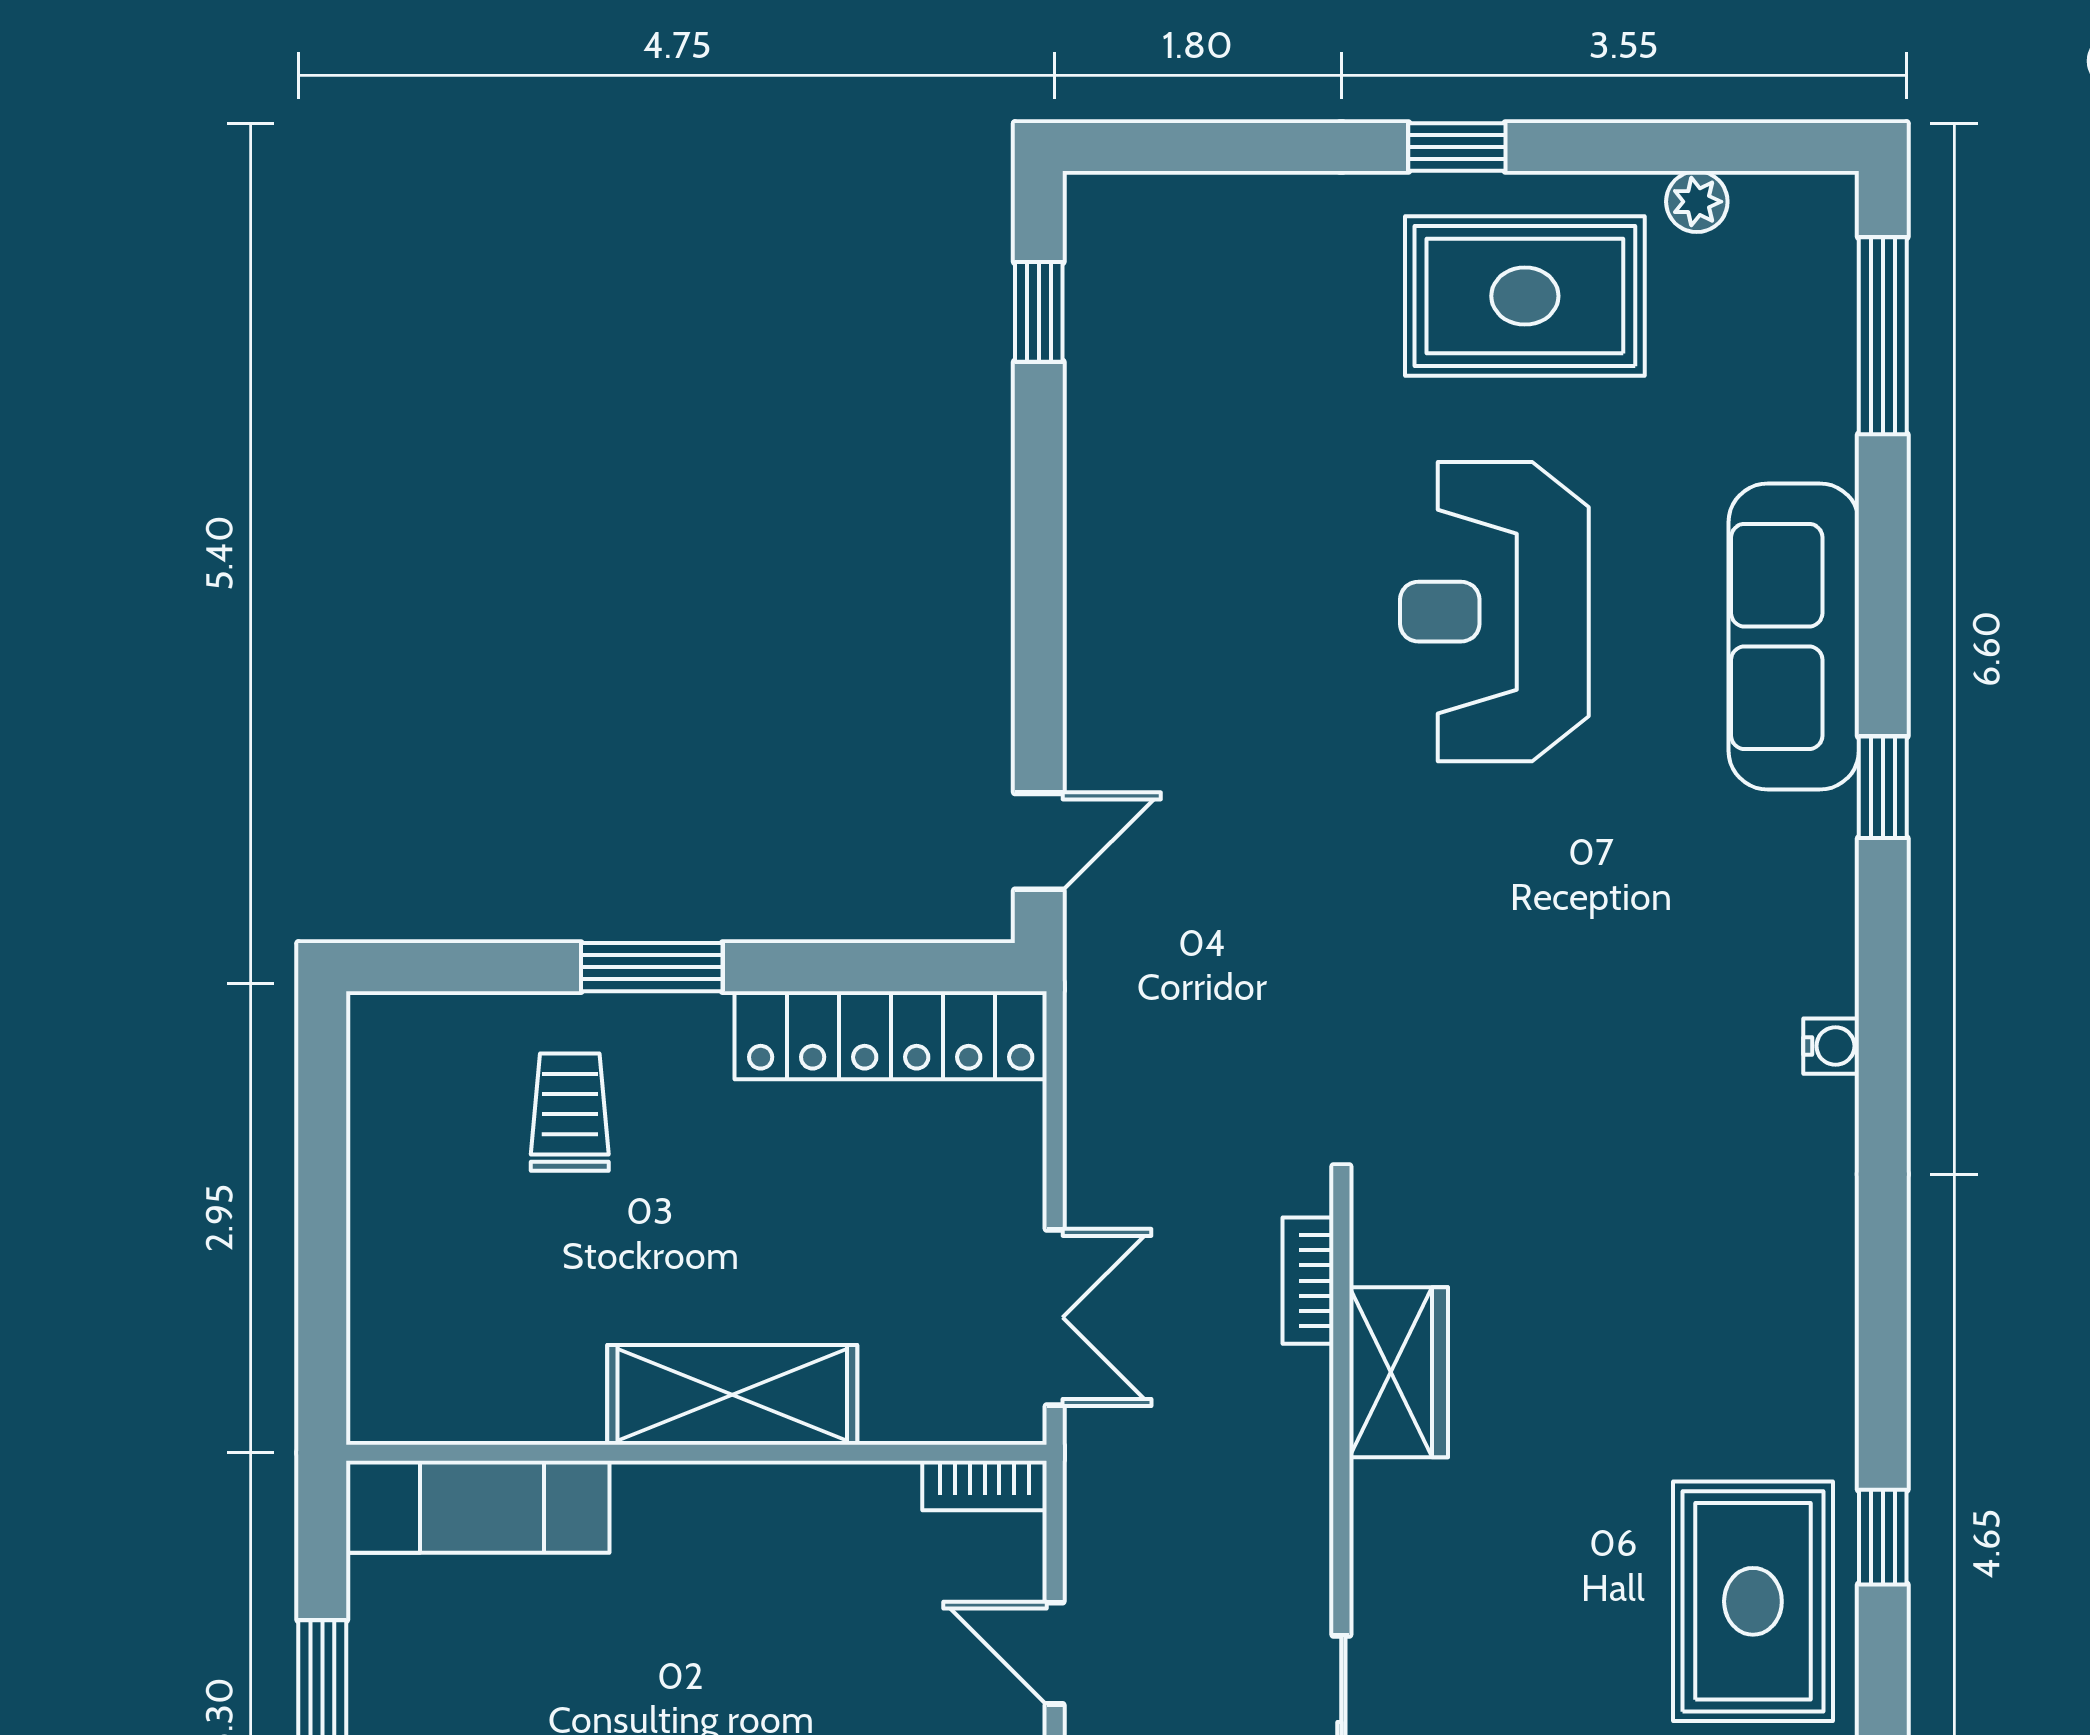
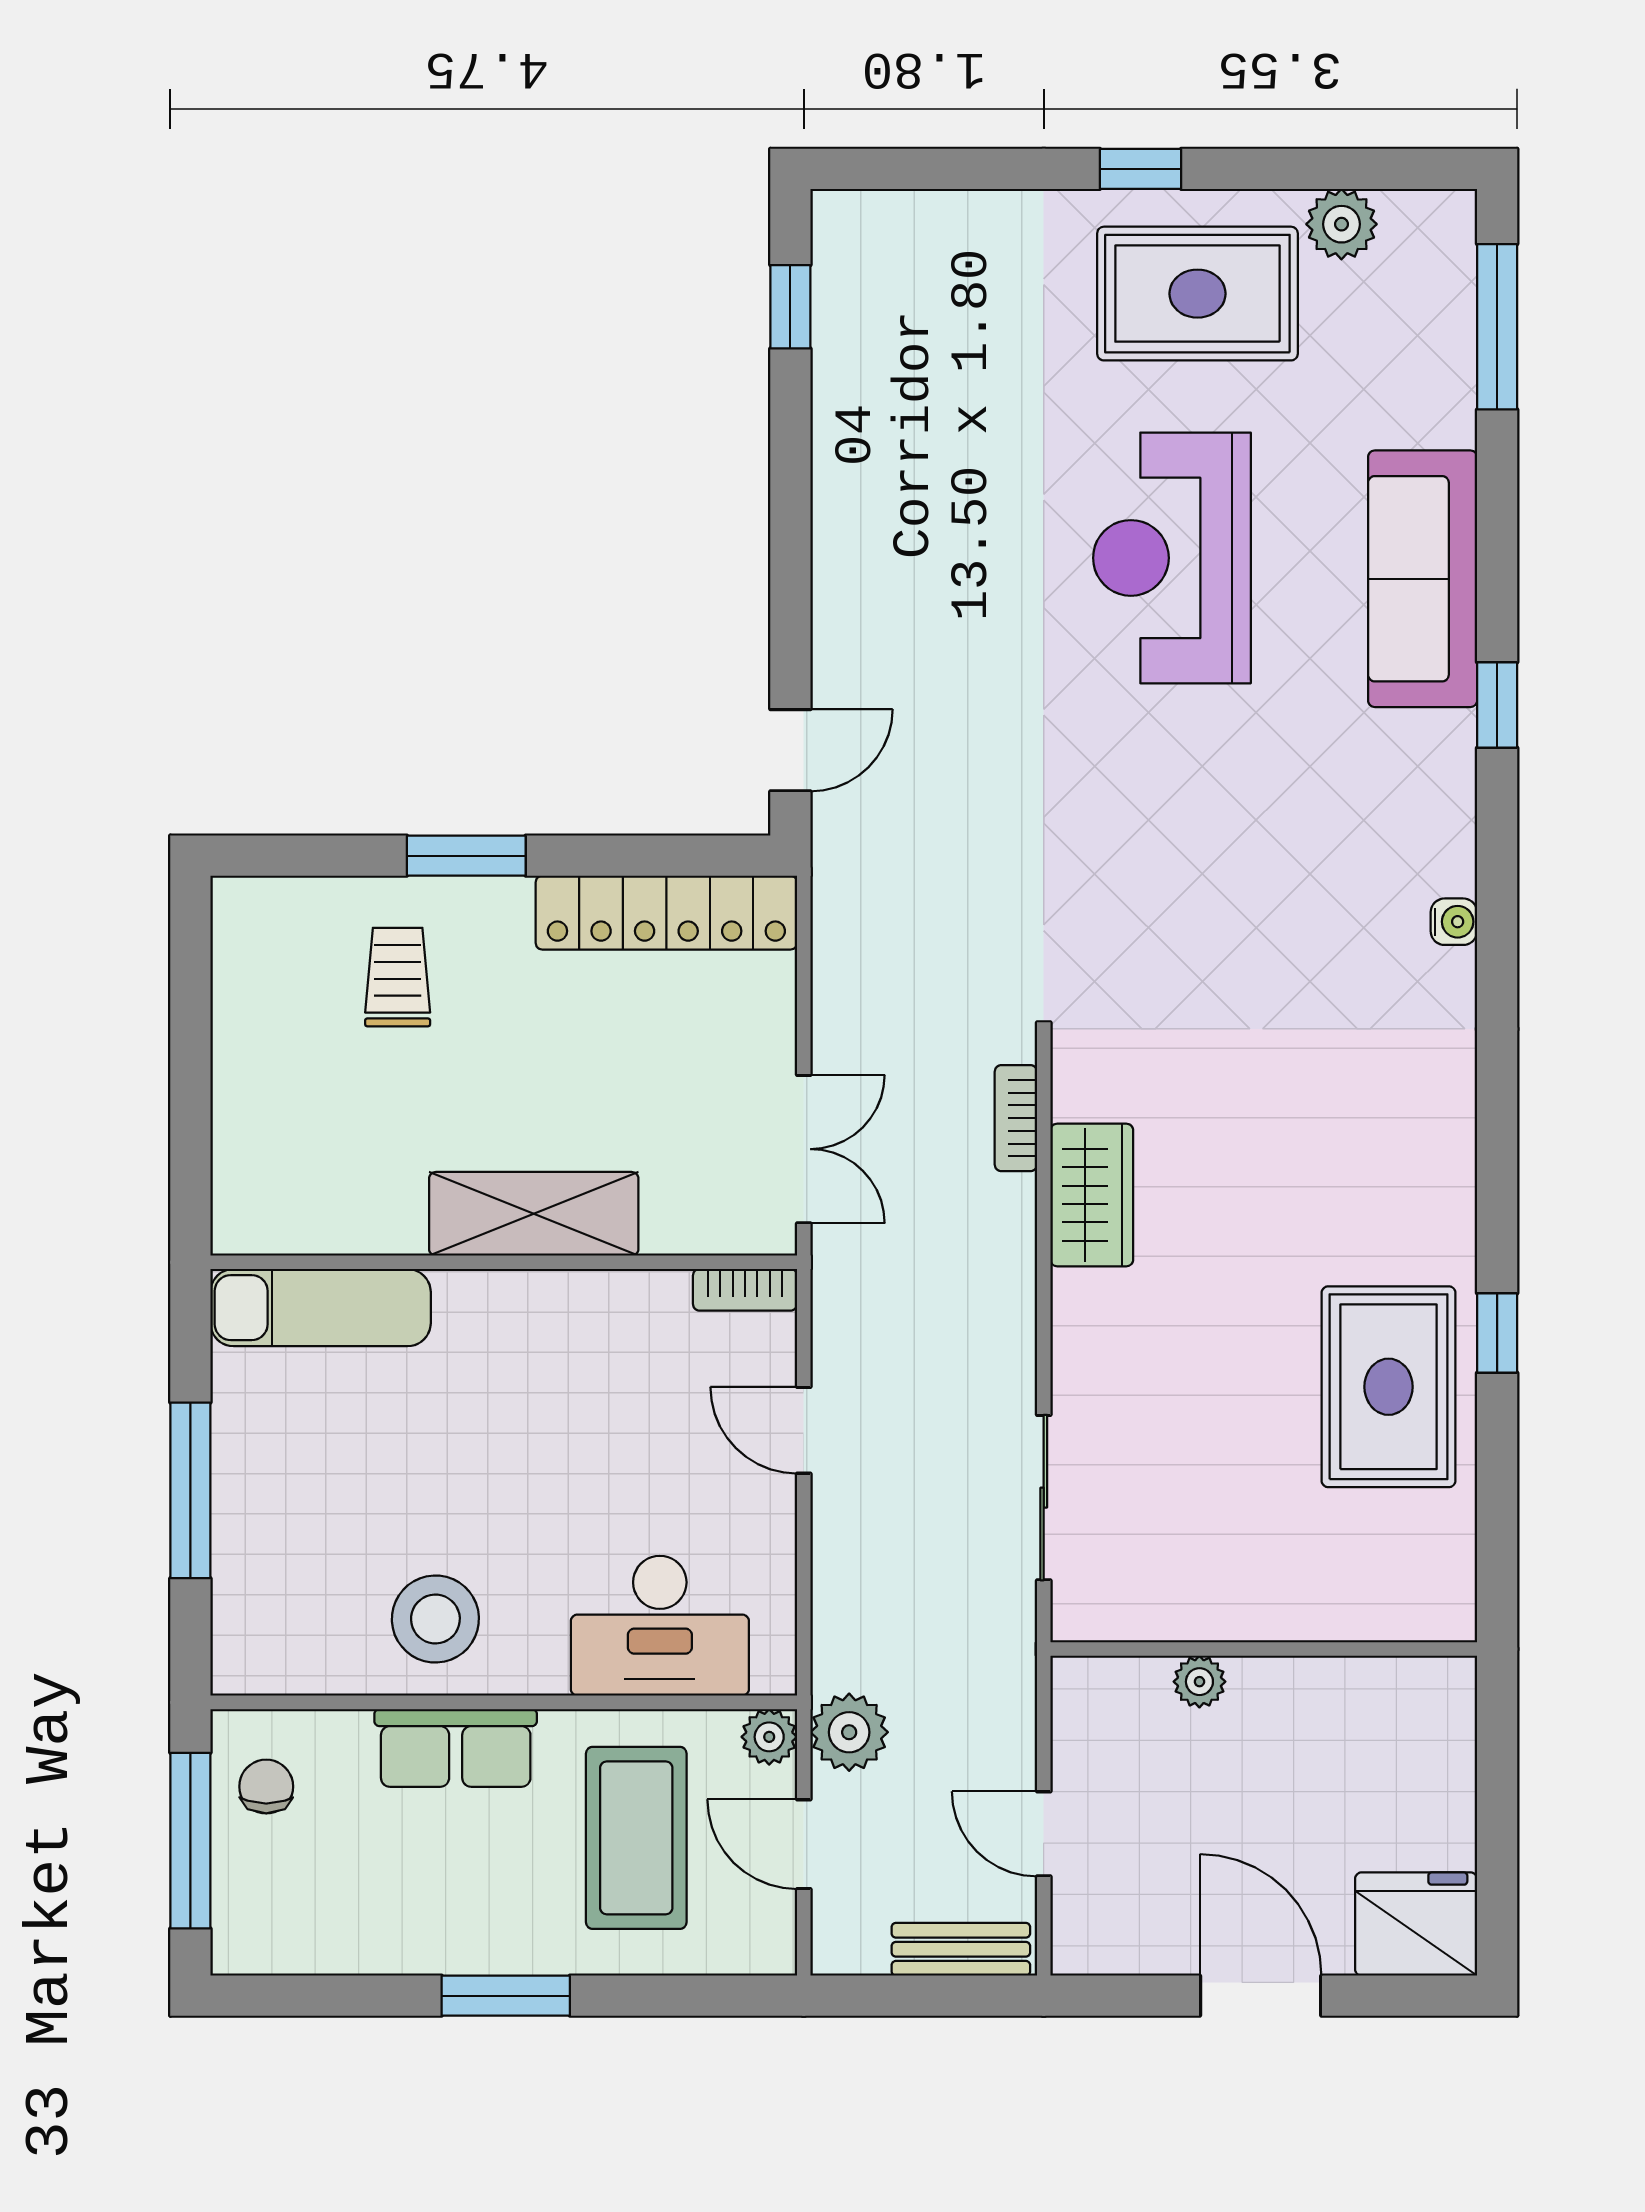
plant: (1697, 202) -> (1341, 224), width x1.38, depth x1.38

